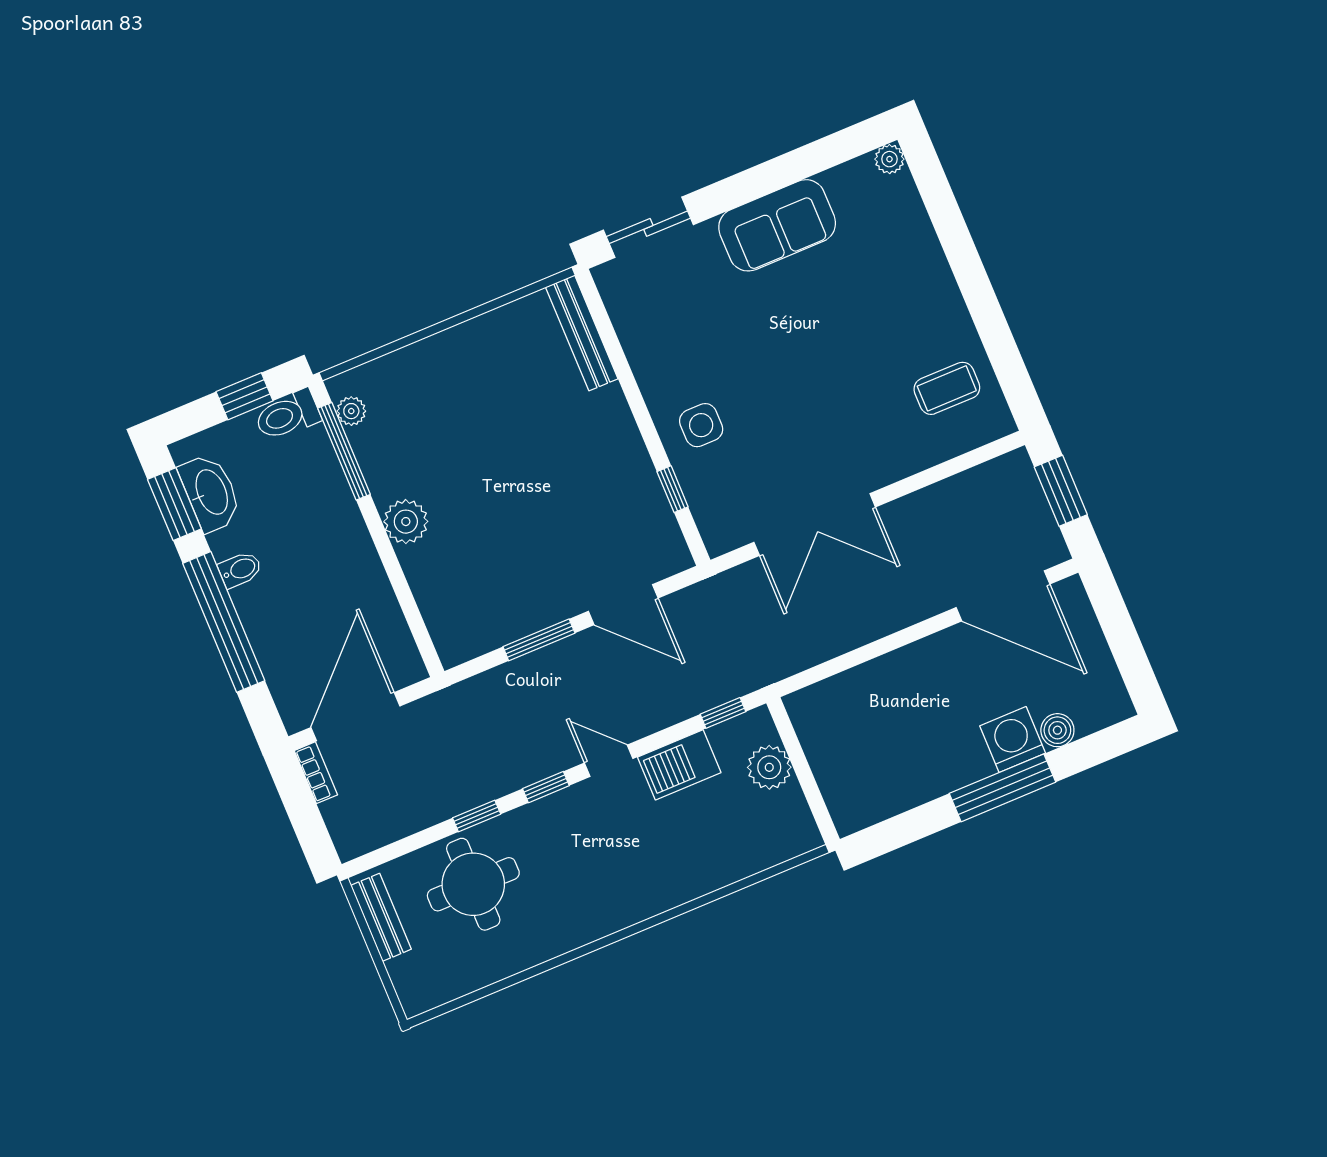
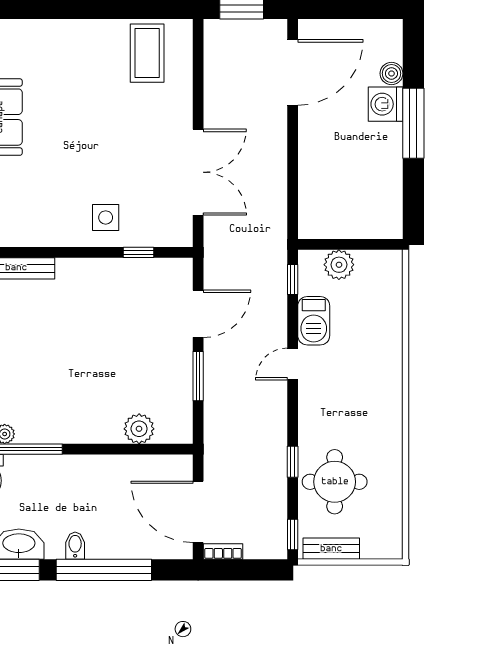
coffee table: (947, 388) -> (147, 53), width x1.36, depth x1.30
plant: (406, 522) -> (139, 429), moved
window: (546, 787) -> (293, 535), moved

